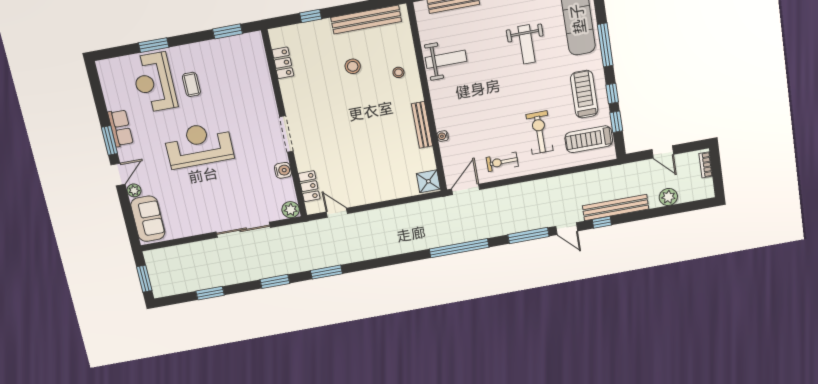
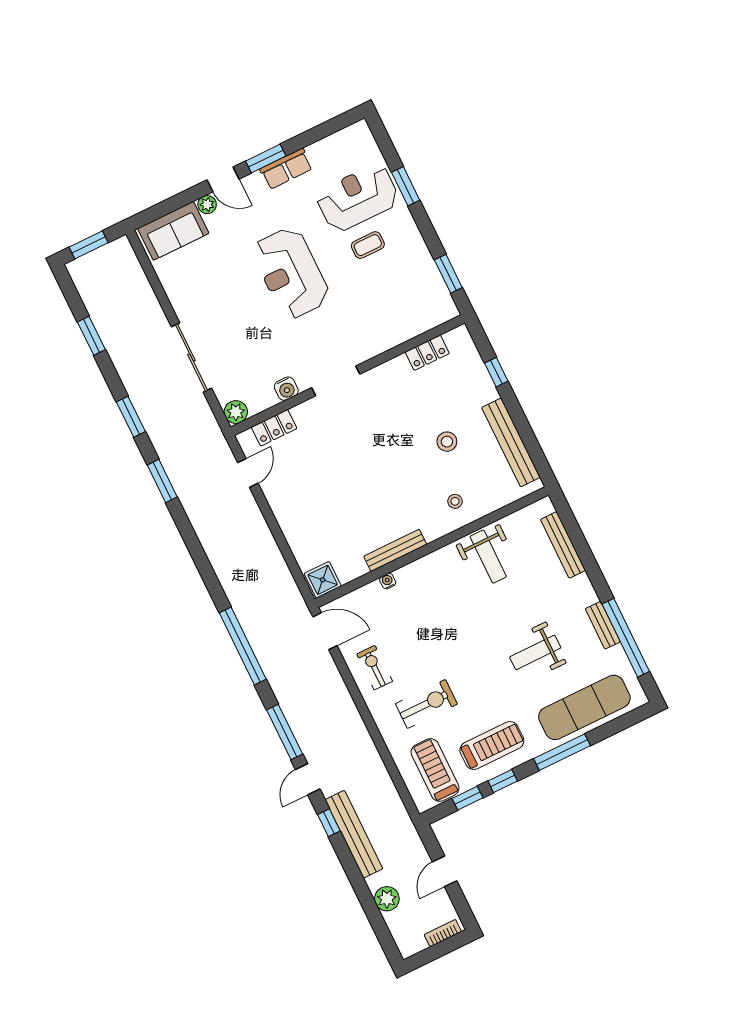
reception desk: (199, 145) -> (291, 273), turned 180

